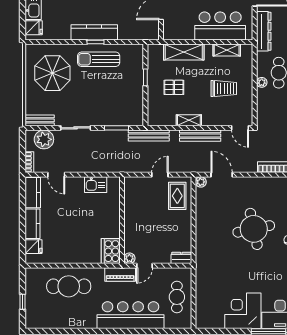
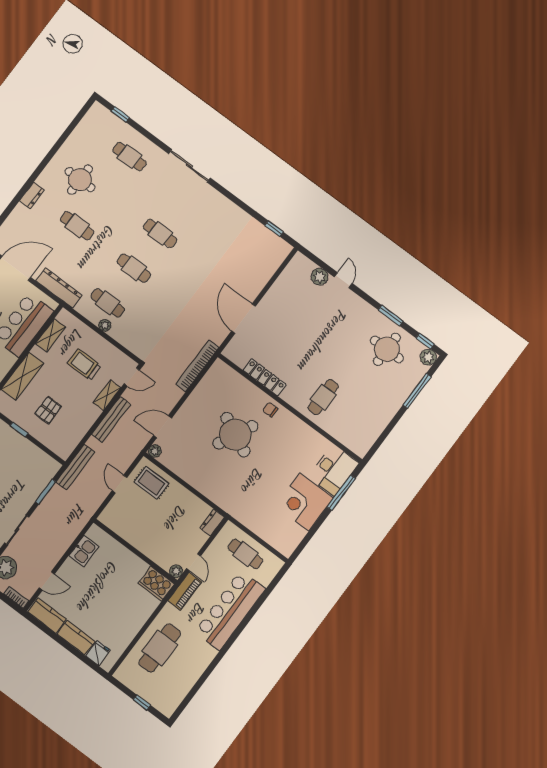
trolley: (224, 88) -> (84, 365), turned -90
shelving: (189, 120) -> (107, 395), moved
round table: (254, 229) -> (235, 435), turned 38

